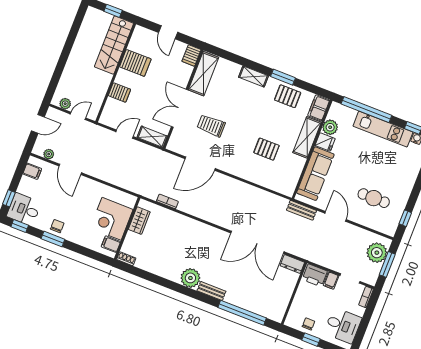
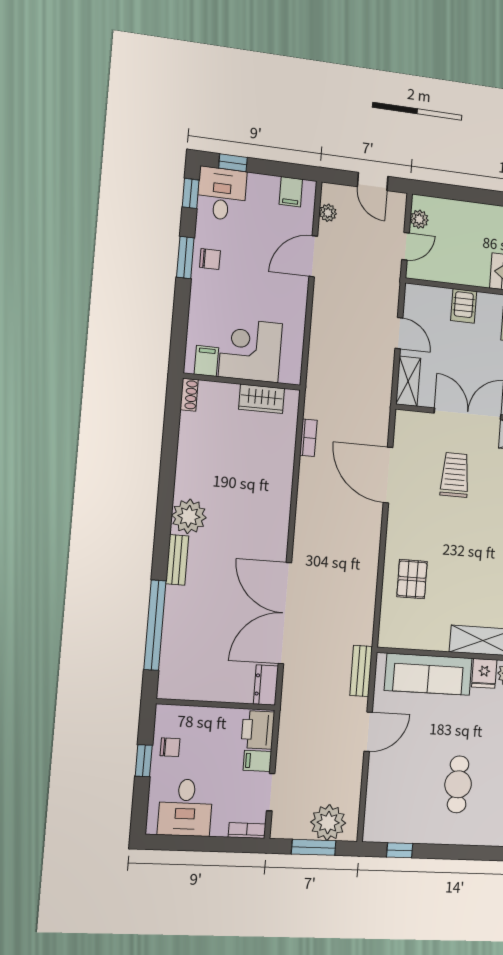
door: (78, 116) -> (406, 246), hinge flipped
pallet: (266, 149) -> (412, 579), moved
cafe table: (374, 198) -> (458, 784), moved

